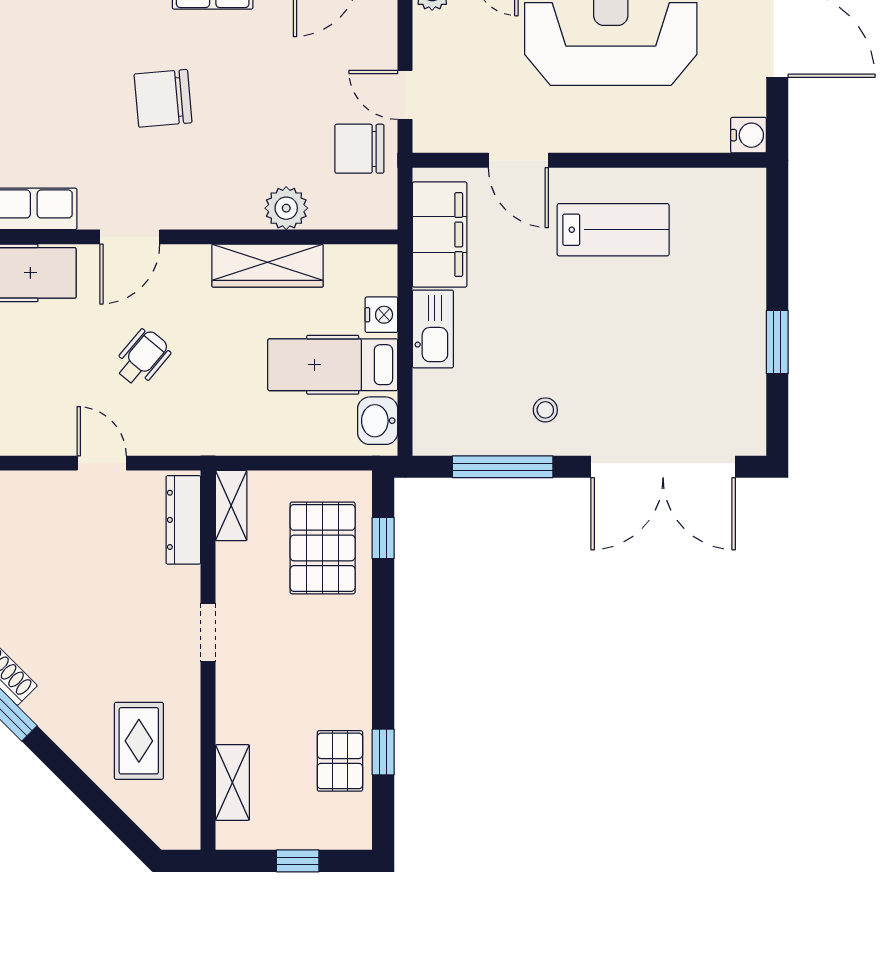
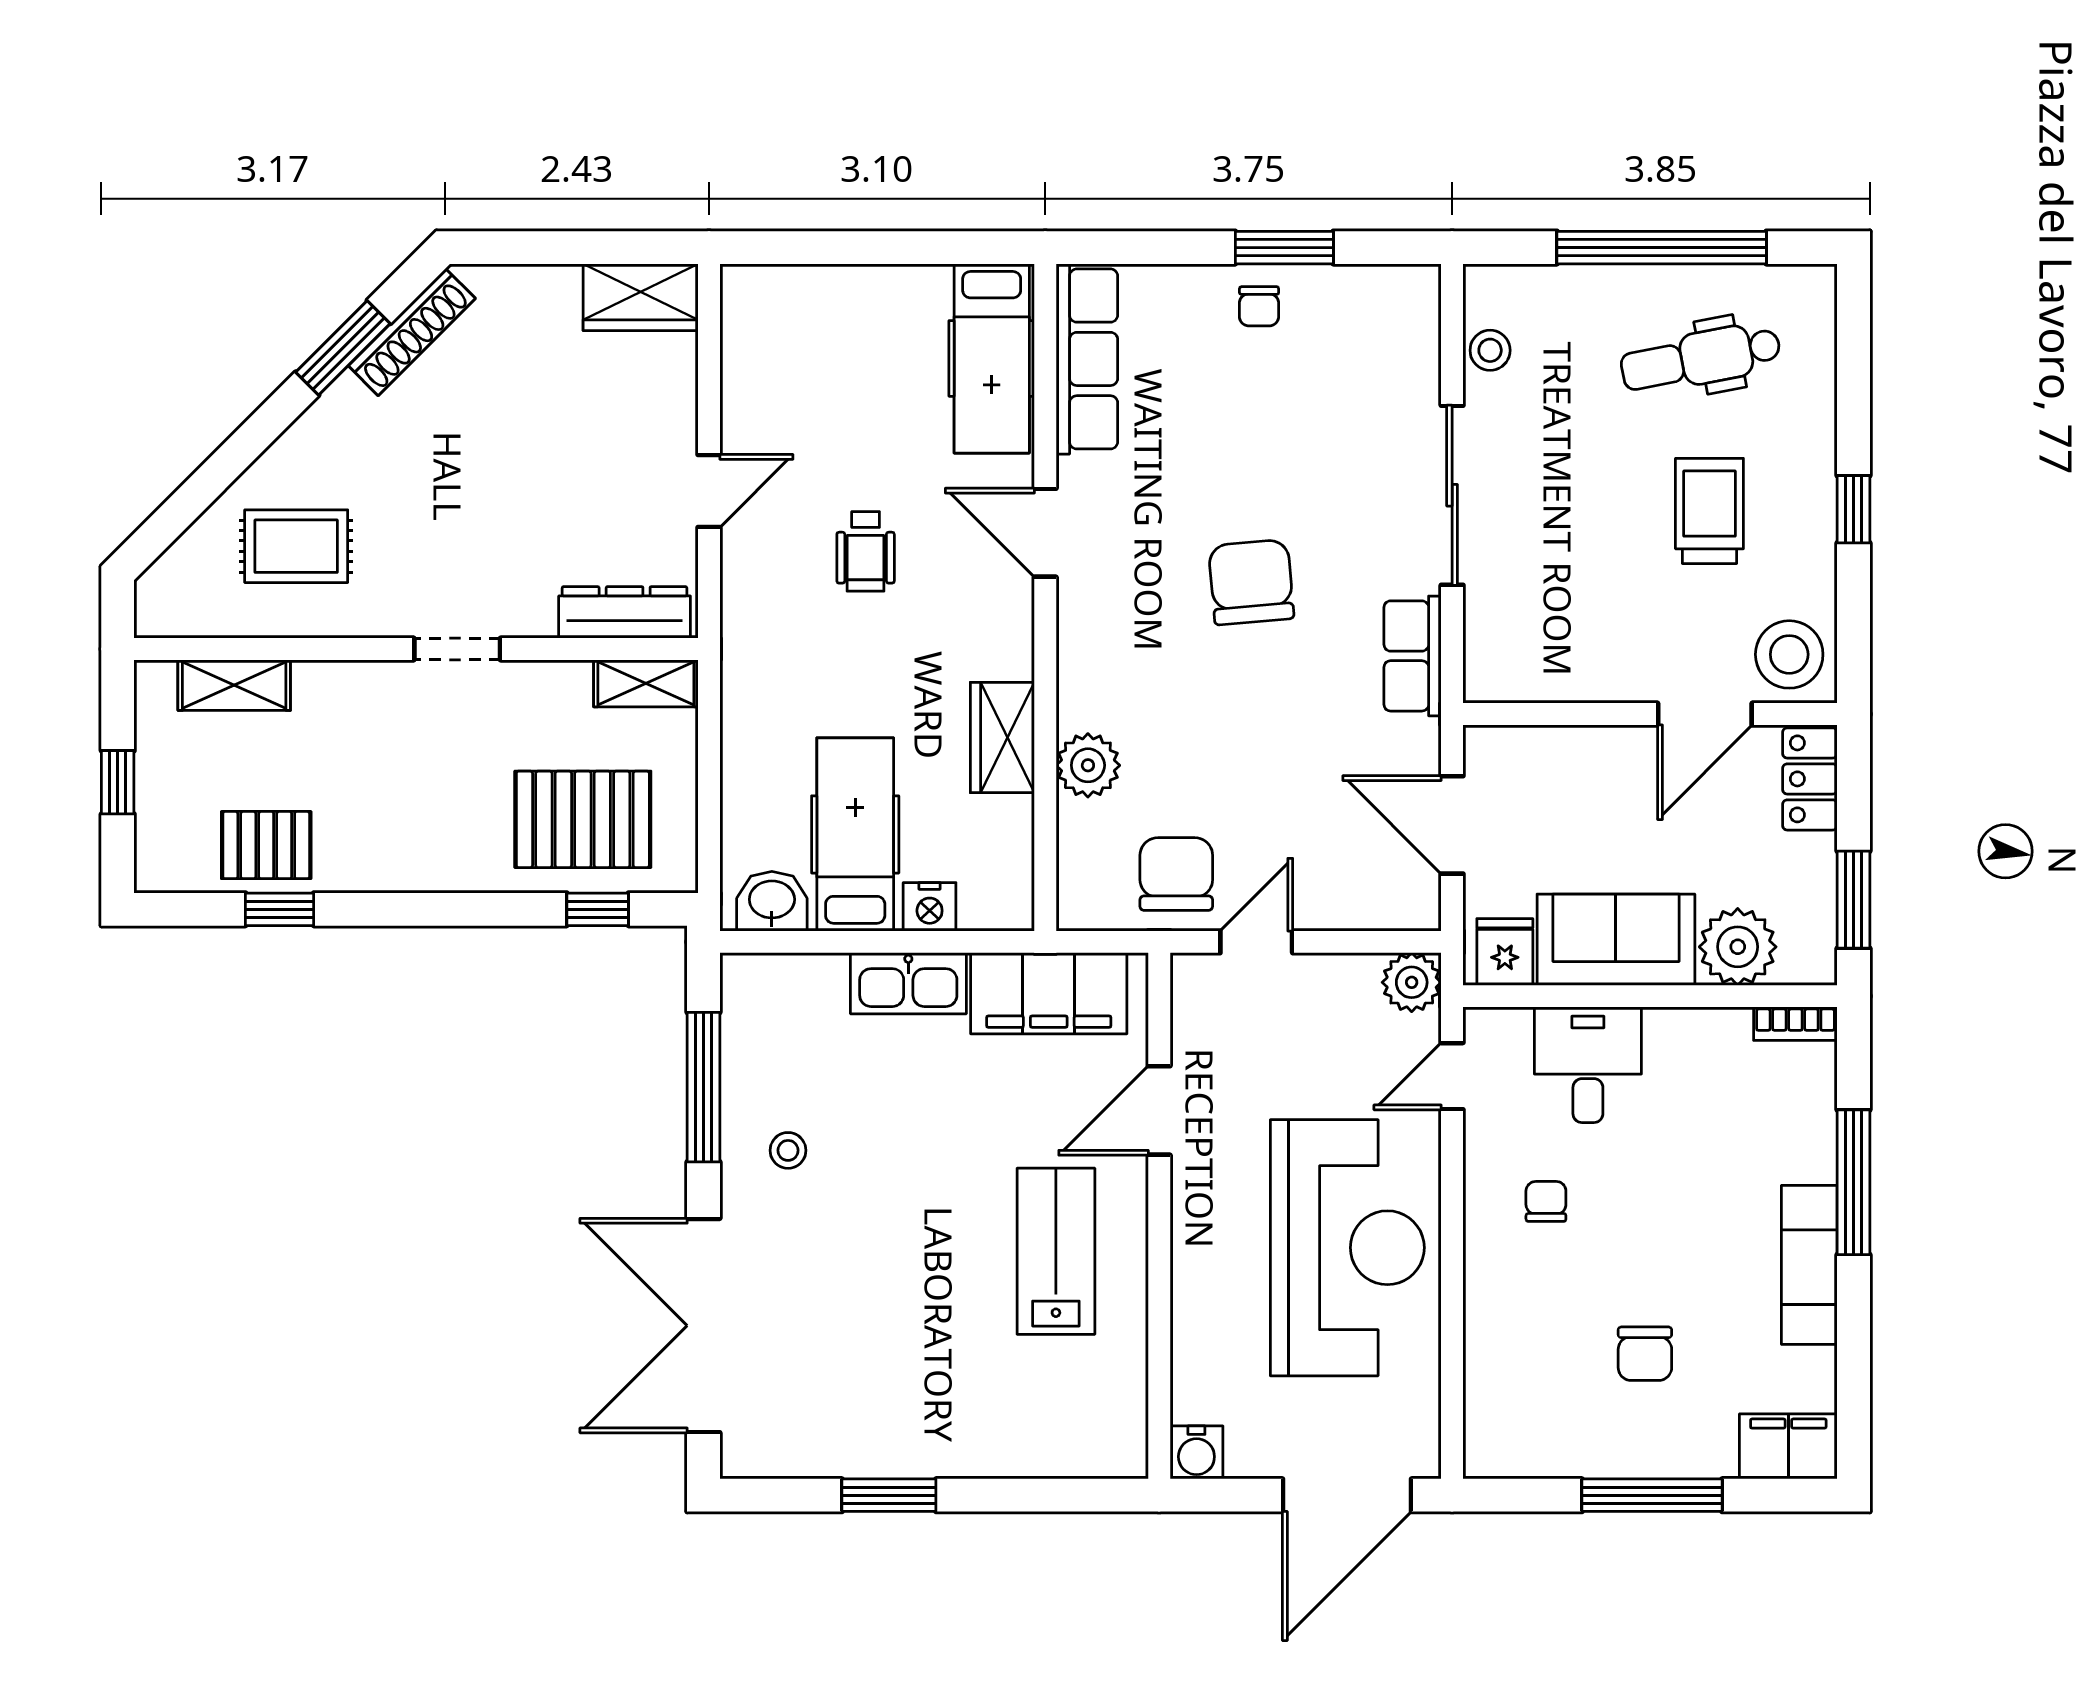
lab bench: (613, 230) -> (1056, 1251), turned 180
wardrobe: (268, 266) -> (1002, 737), width x0.67
wheelchair: (142, 358) -> (866, 551), turned 50

